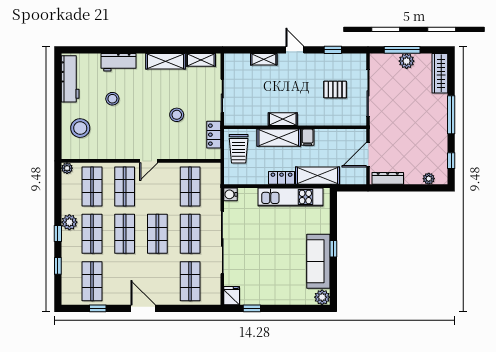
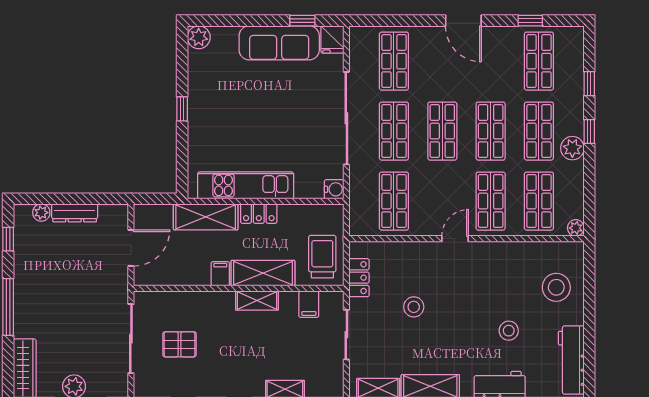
filing cabinet: (248, 117) -> (309, 304), added
dresser: (388, 178) -> (75, 213), moved
sofa: (318, 261) -> (279, 43), moved, turned 90

